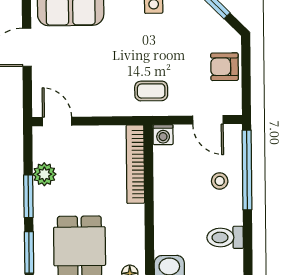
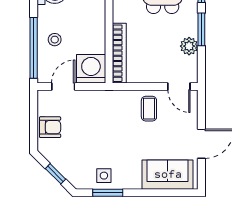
coffee table: (151, 91) -> (149, 109), moved, turned 90
door: (208, 120) -> (63, 87), hinge flipped
washing machine: (163, 135) -> (91, 69), width x1.89, depth x1.89

